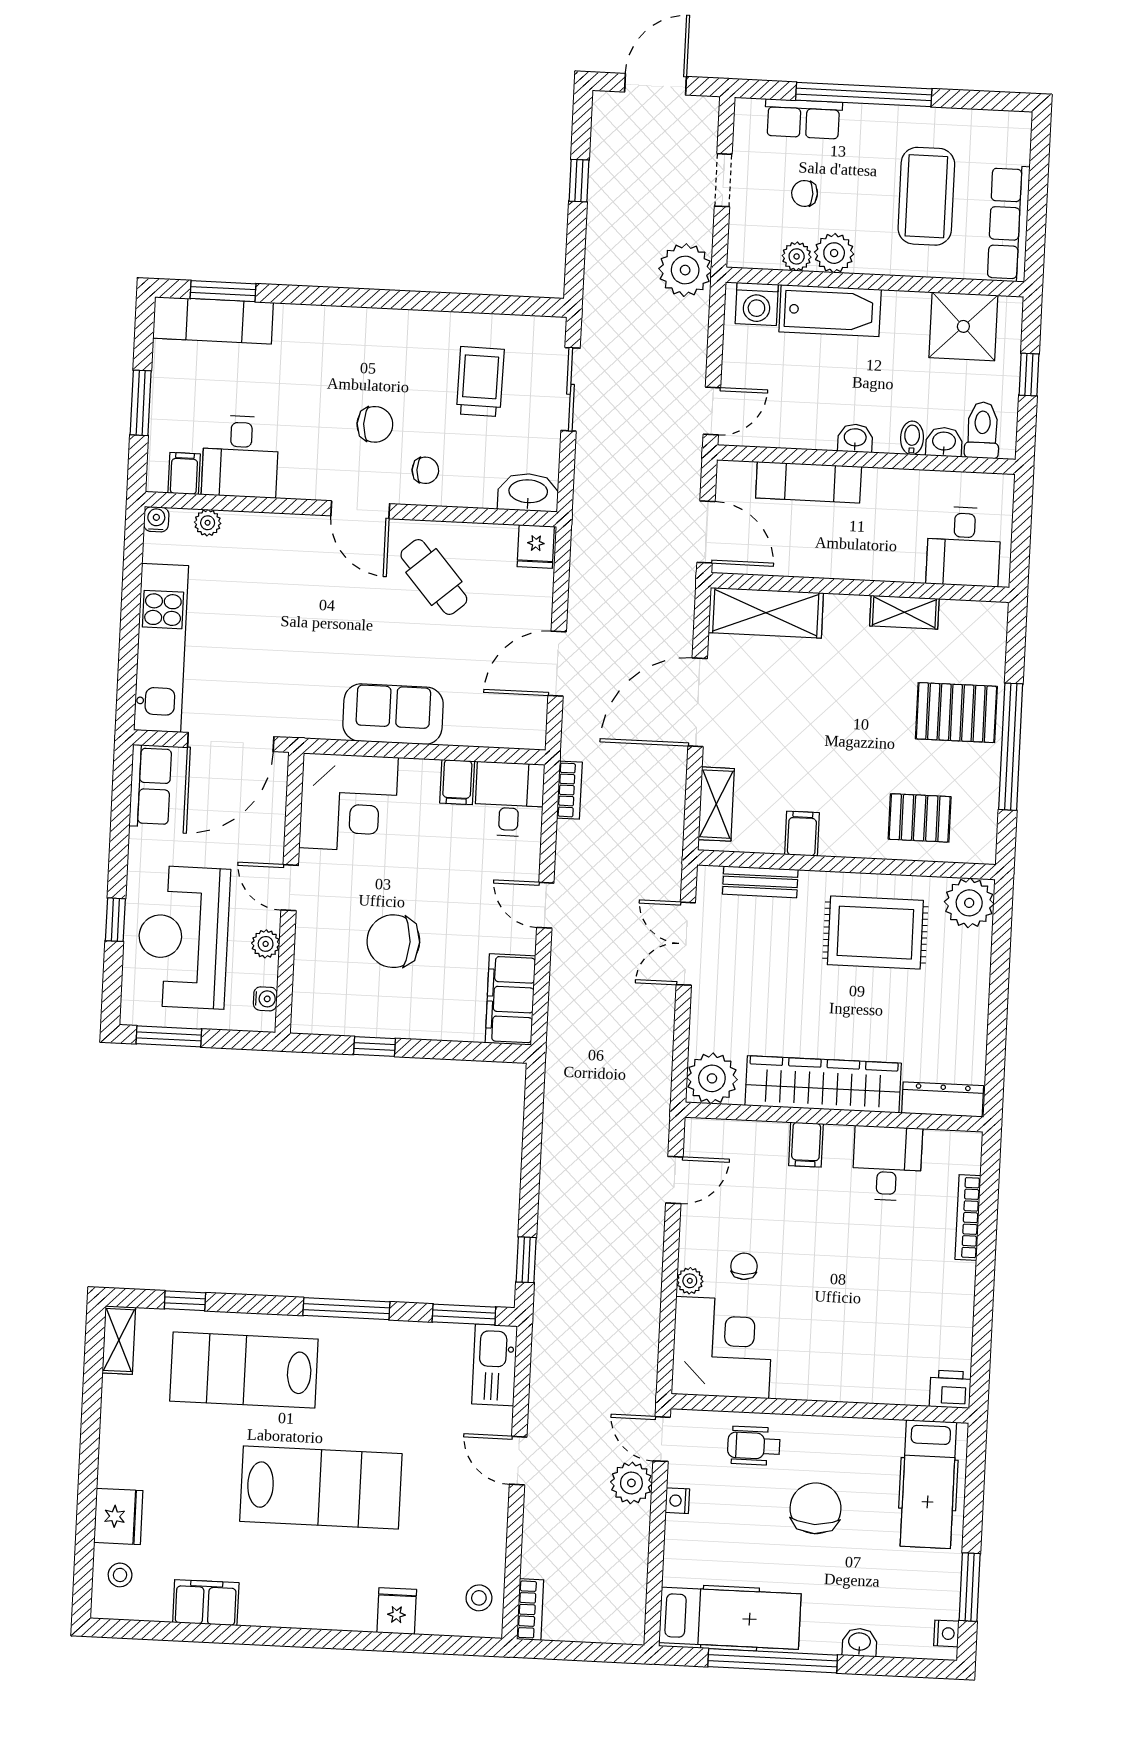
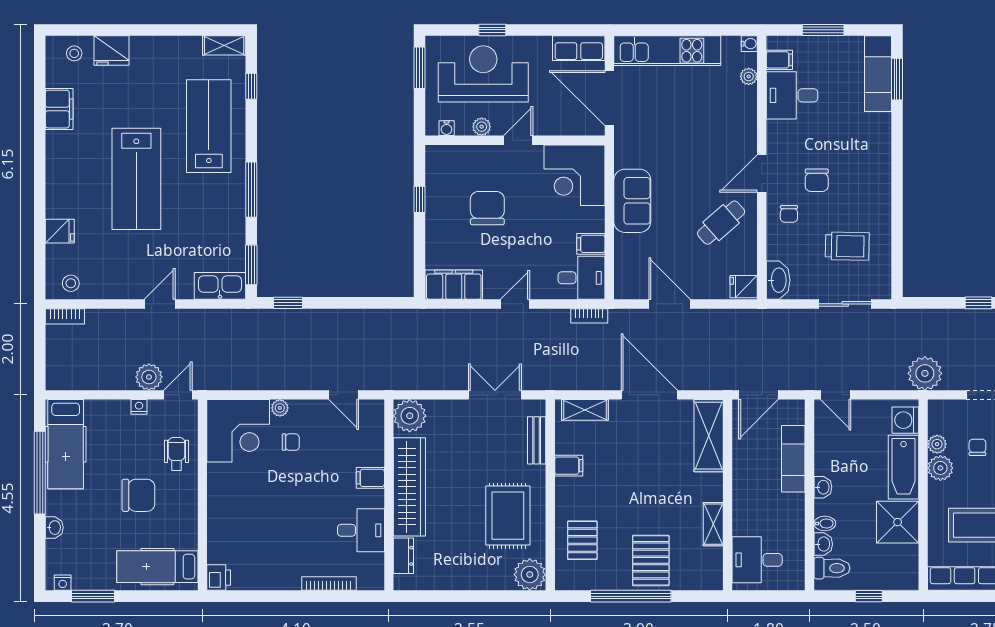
shower: (963, 326) -> (898, 522), moved
dresser: (943, 1099) -> (403, 556), width x0.70

